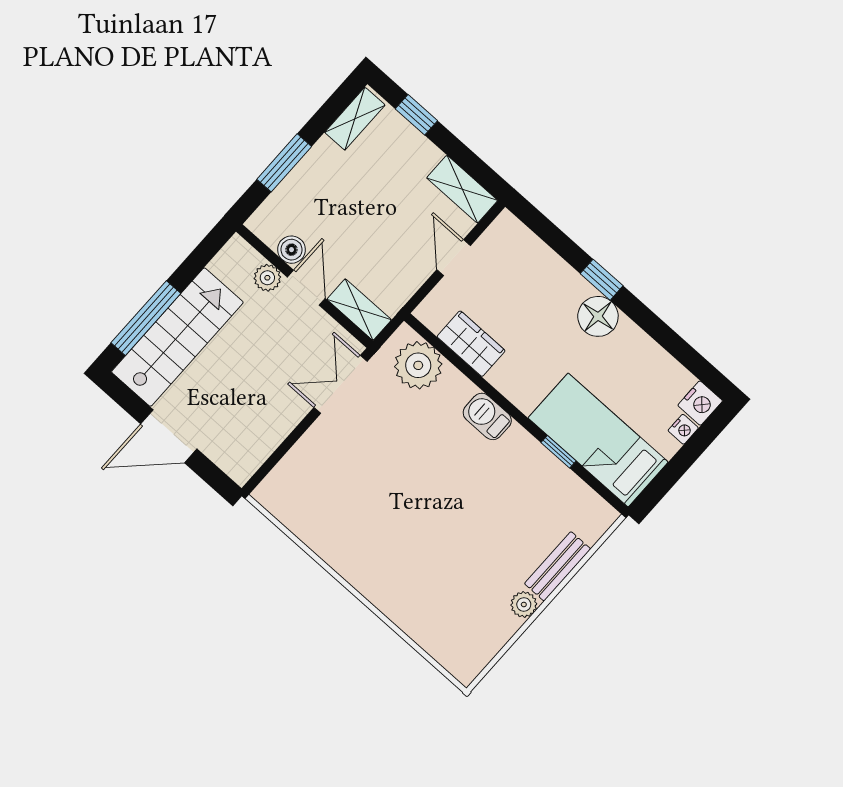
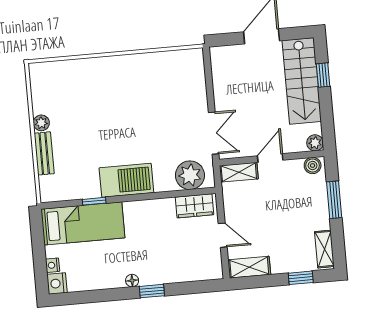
boiler: (291, 250) -> (313, 165), moved
plant: (267, 278) -> (315, 143), moved
door: (306, 288) -> (270, 158), swing flipped
floor lamp: (598, 316) -> (132, 281), width x0.53, depth x0.53
window: (146, 318) -> (323, 75), width x0.46
wardrobe: (471, 344) -> (195, 206), moved
barbecue: (487, 416) -> (126, 180), width x1.88, depth x1.53

